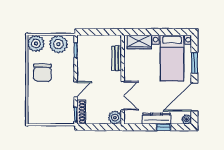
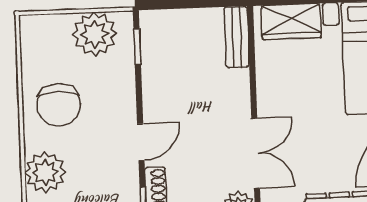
plant: (36, 43) -> (45, 172), moved
bench: (117, 58) -> (237, 37), moved

